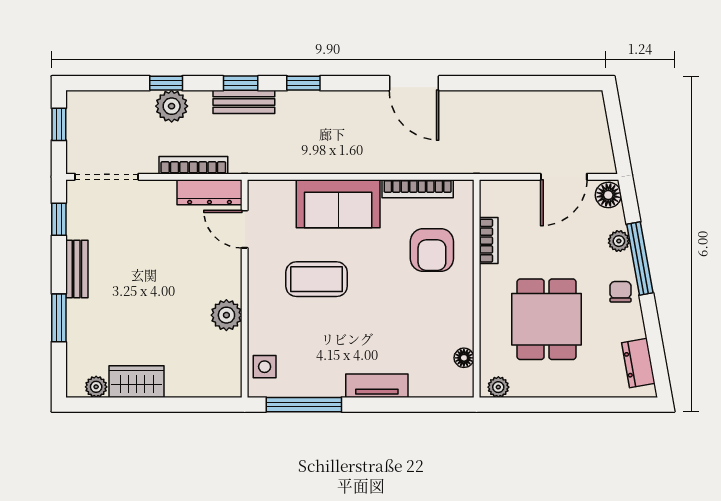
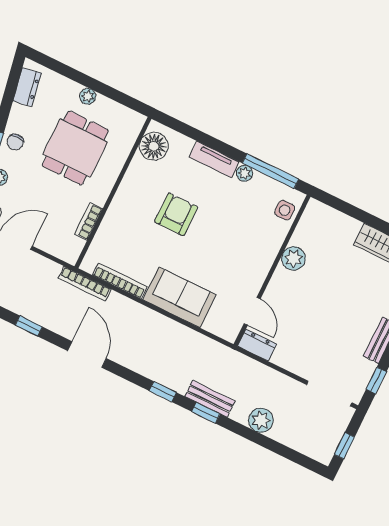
window: (166, 83) -> (29, 326), moved
bookcase: (193, 165) -> (85, 284), moved
dresser: (209, 192) -> (257, 345), width x0.70
armchair: (432, 250) -> (176, 214), moved
coffee table: (317, 279) -> (220, 253), removed
floor lamp: (464, 358) -> (154, 146), width x1.89, depth x1.89
plant: (333, 387) -> (245, 173), added
plant: (498, 387) -> (88, 96), moved

